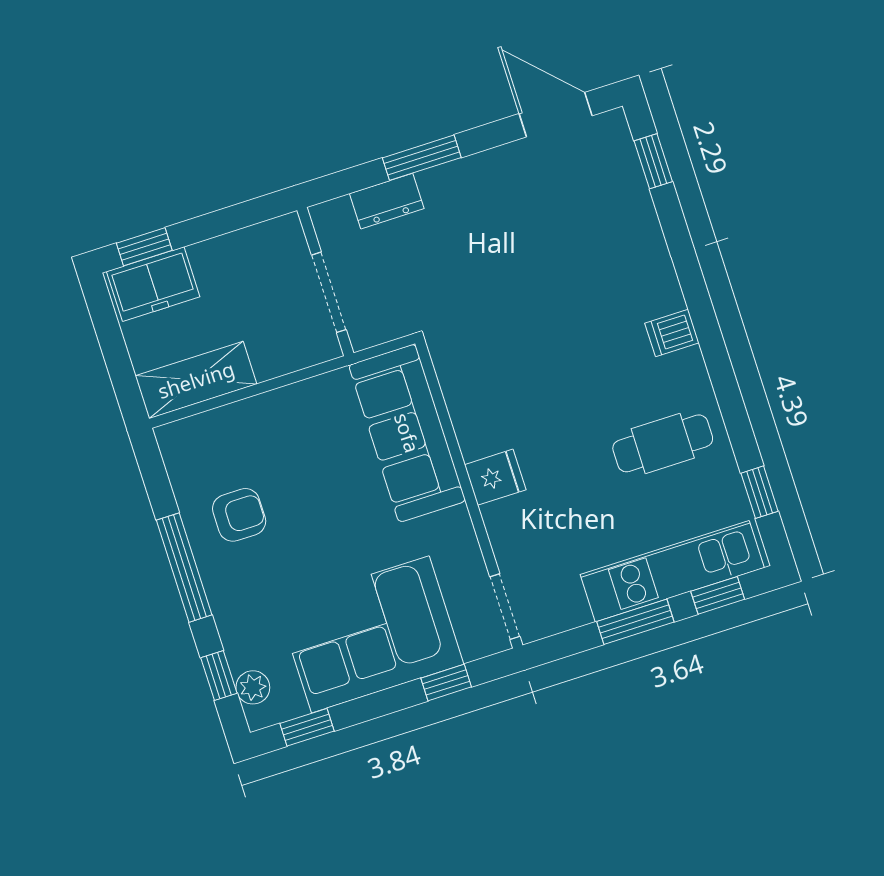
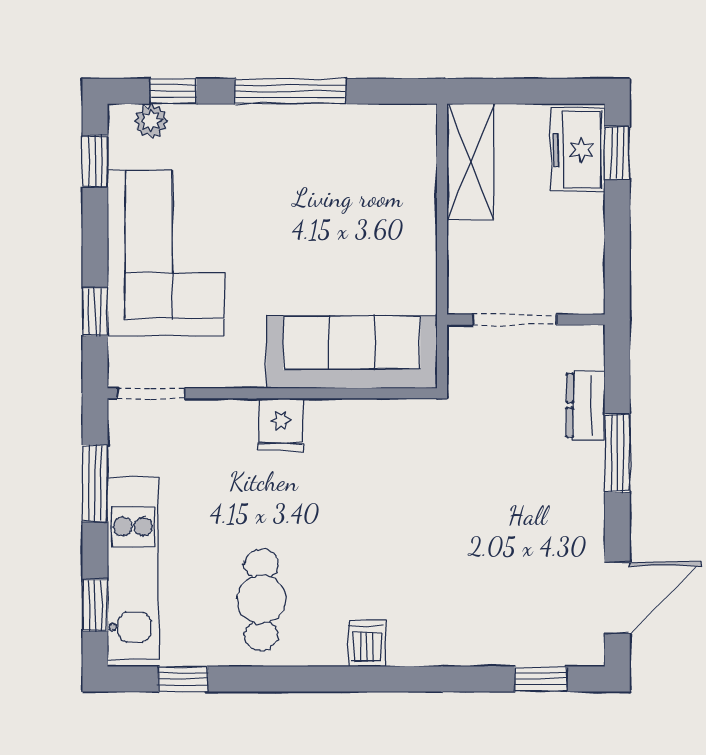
armchair: (239, 515) -> (324, 162), removed
window: (635, 622) -> (95, 483), moved

